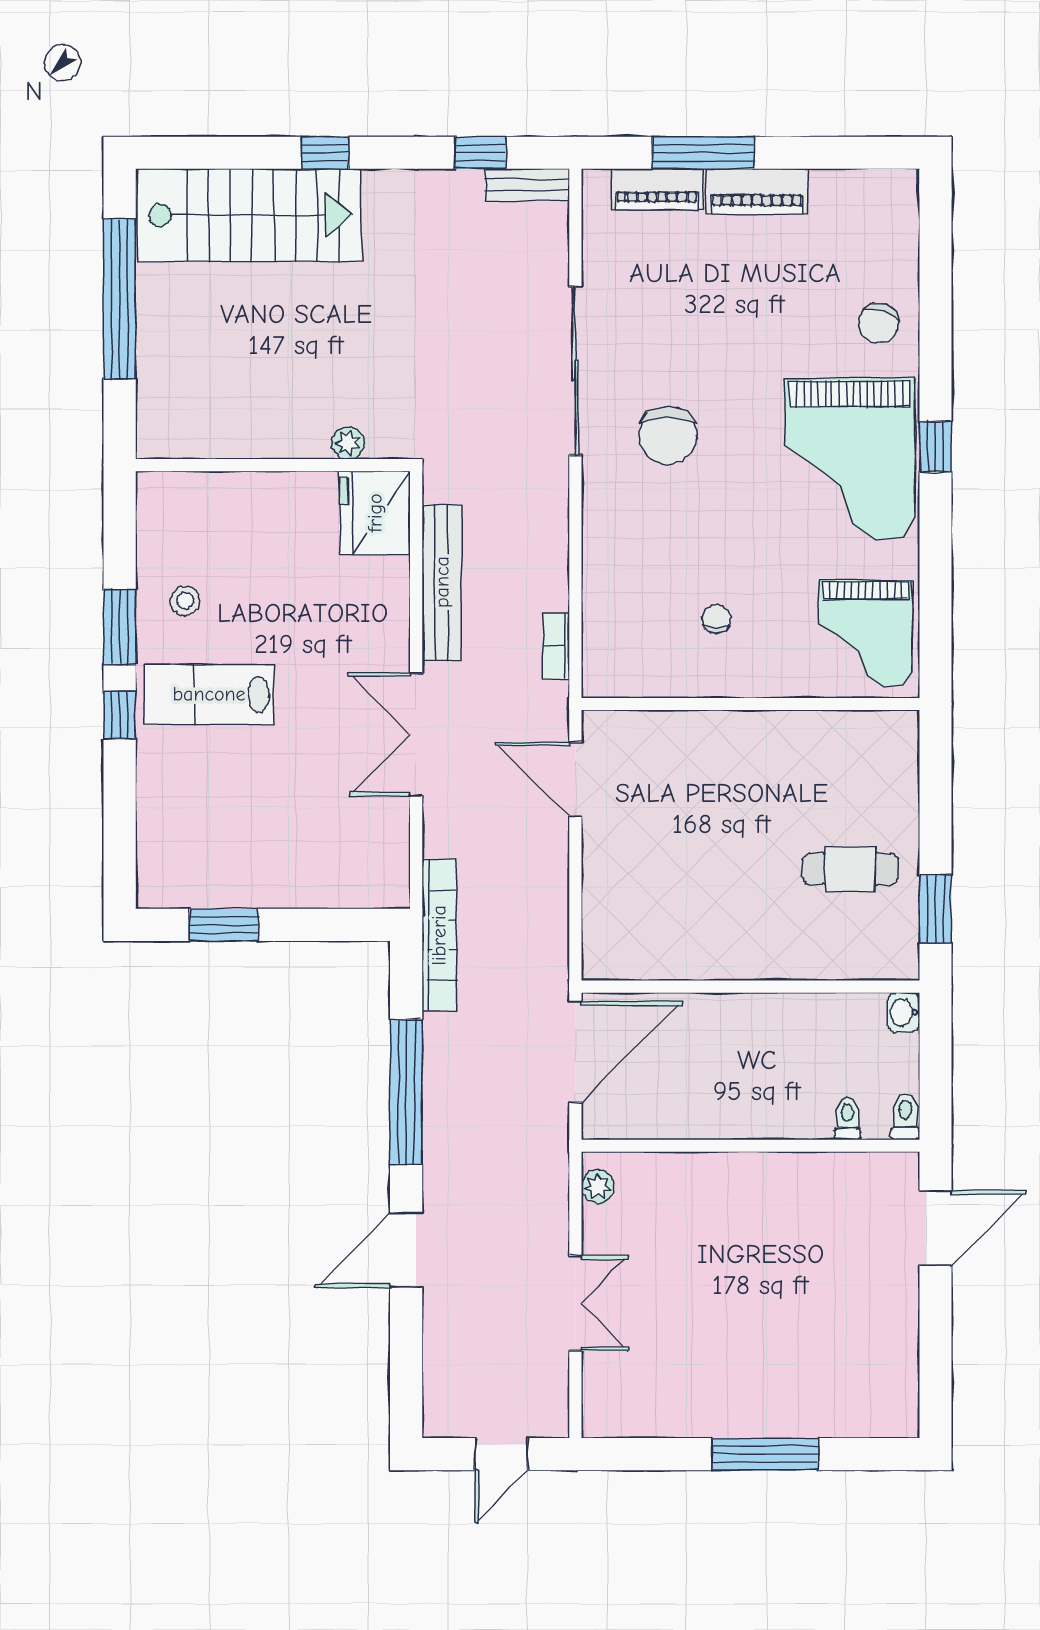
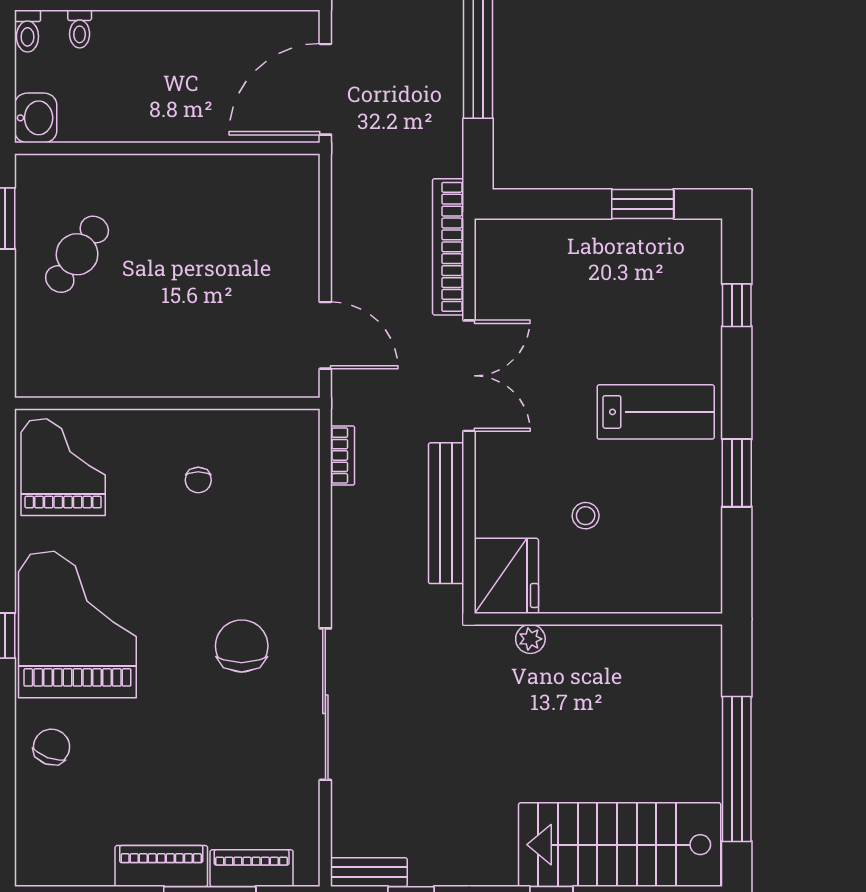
stool: (185, 601) -> (586, 516), moved
window: (120, 715) -> (737, 305), moved
cafe table: (850, 869) -> (77, 254), turned -55
bookcase: (439, 935) -> (448, 247), moved
washbasin: (903, 1012) -> (36, 118), width x1.38, depth x1.45

